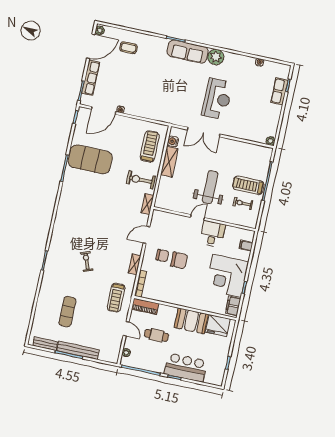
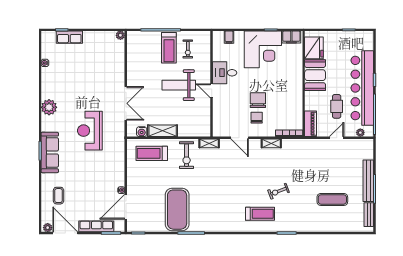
sofa: (188, 52) -> (50, 152), moved
reception desk: (217, 99) -> (90, 131), moved, turned -90
door: (104, 110) -> (126, 207), swing flipped
treadmill: (116, 298) -> (260, 214), moved
bar counter: (186, 367) -> (362, 88), width x1.86

